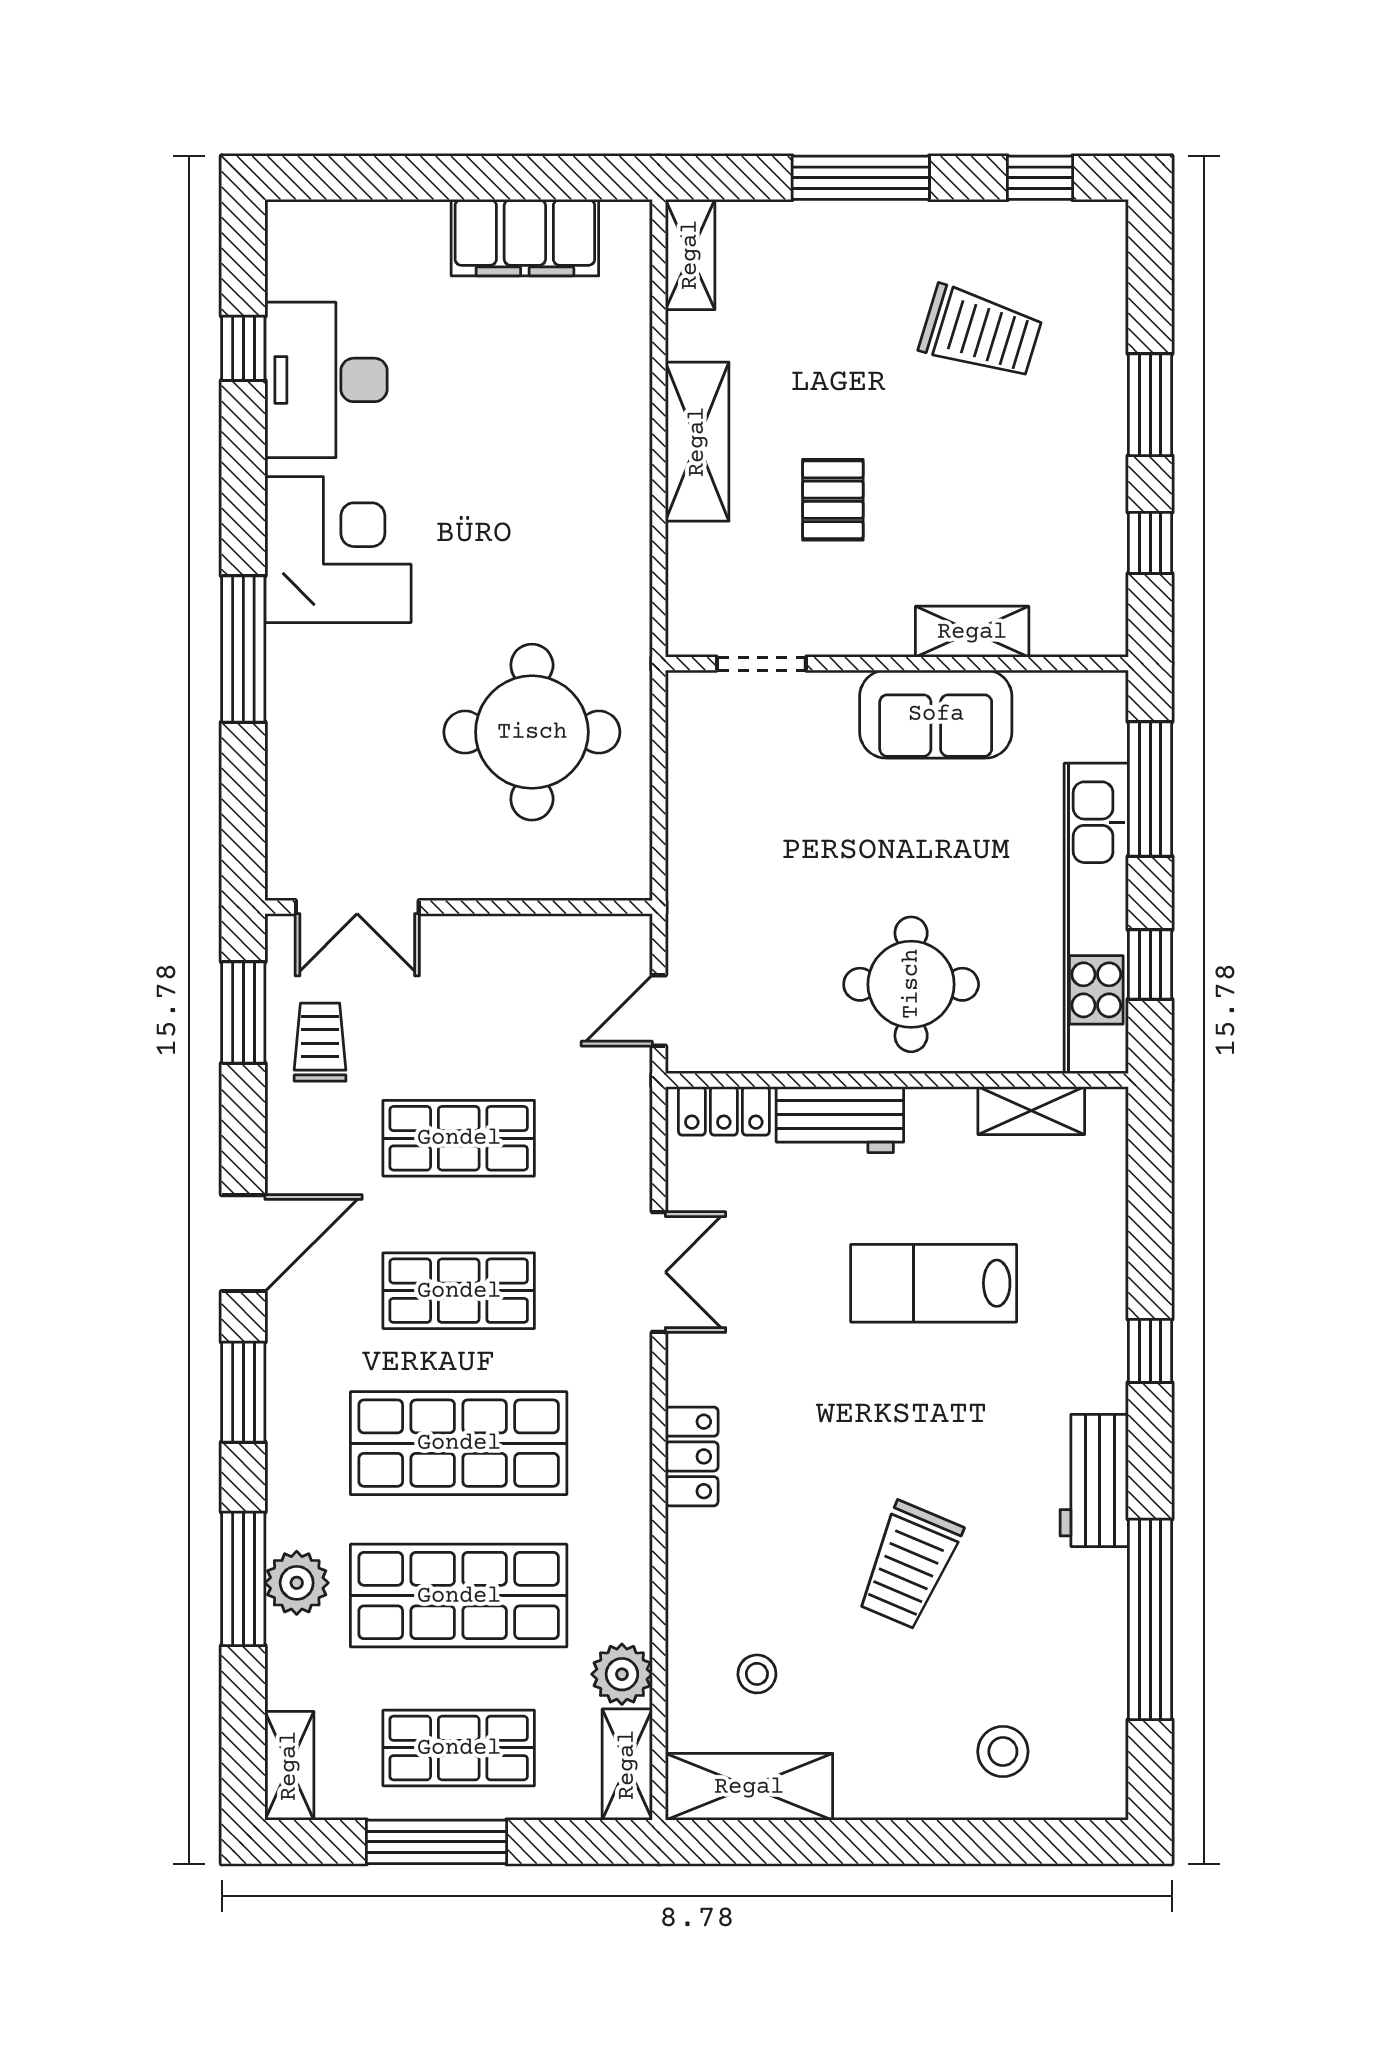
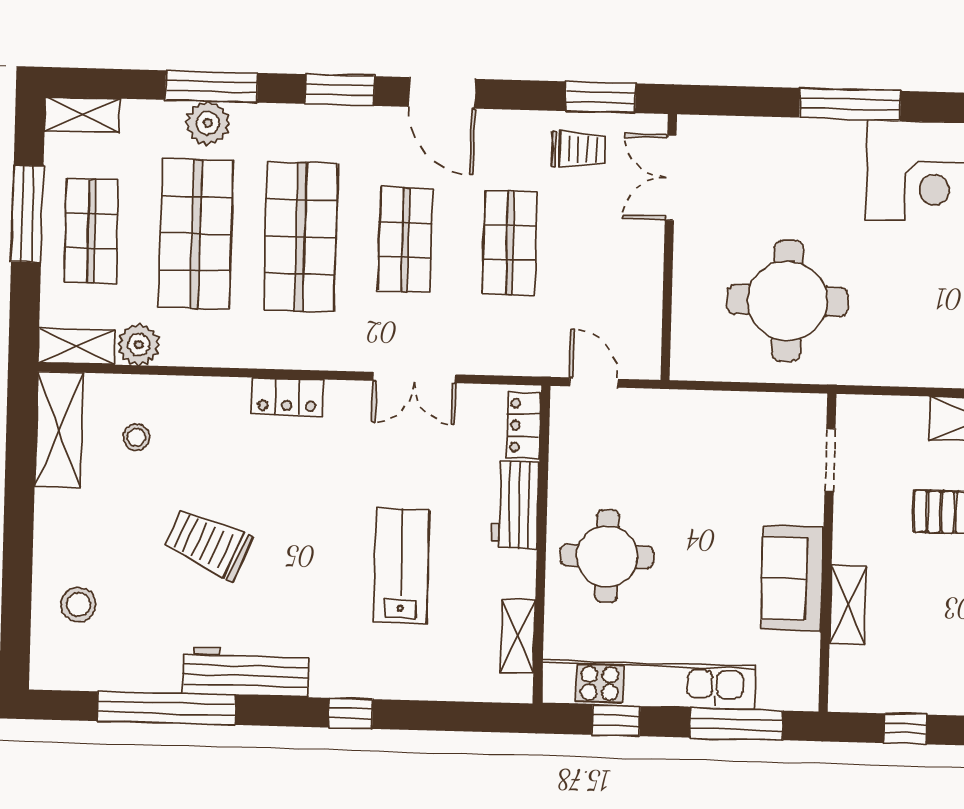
workbench: (1094, 1480) -> (246, 672), width x1.38

